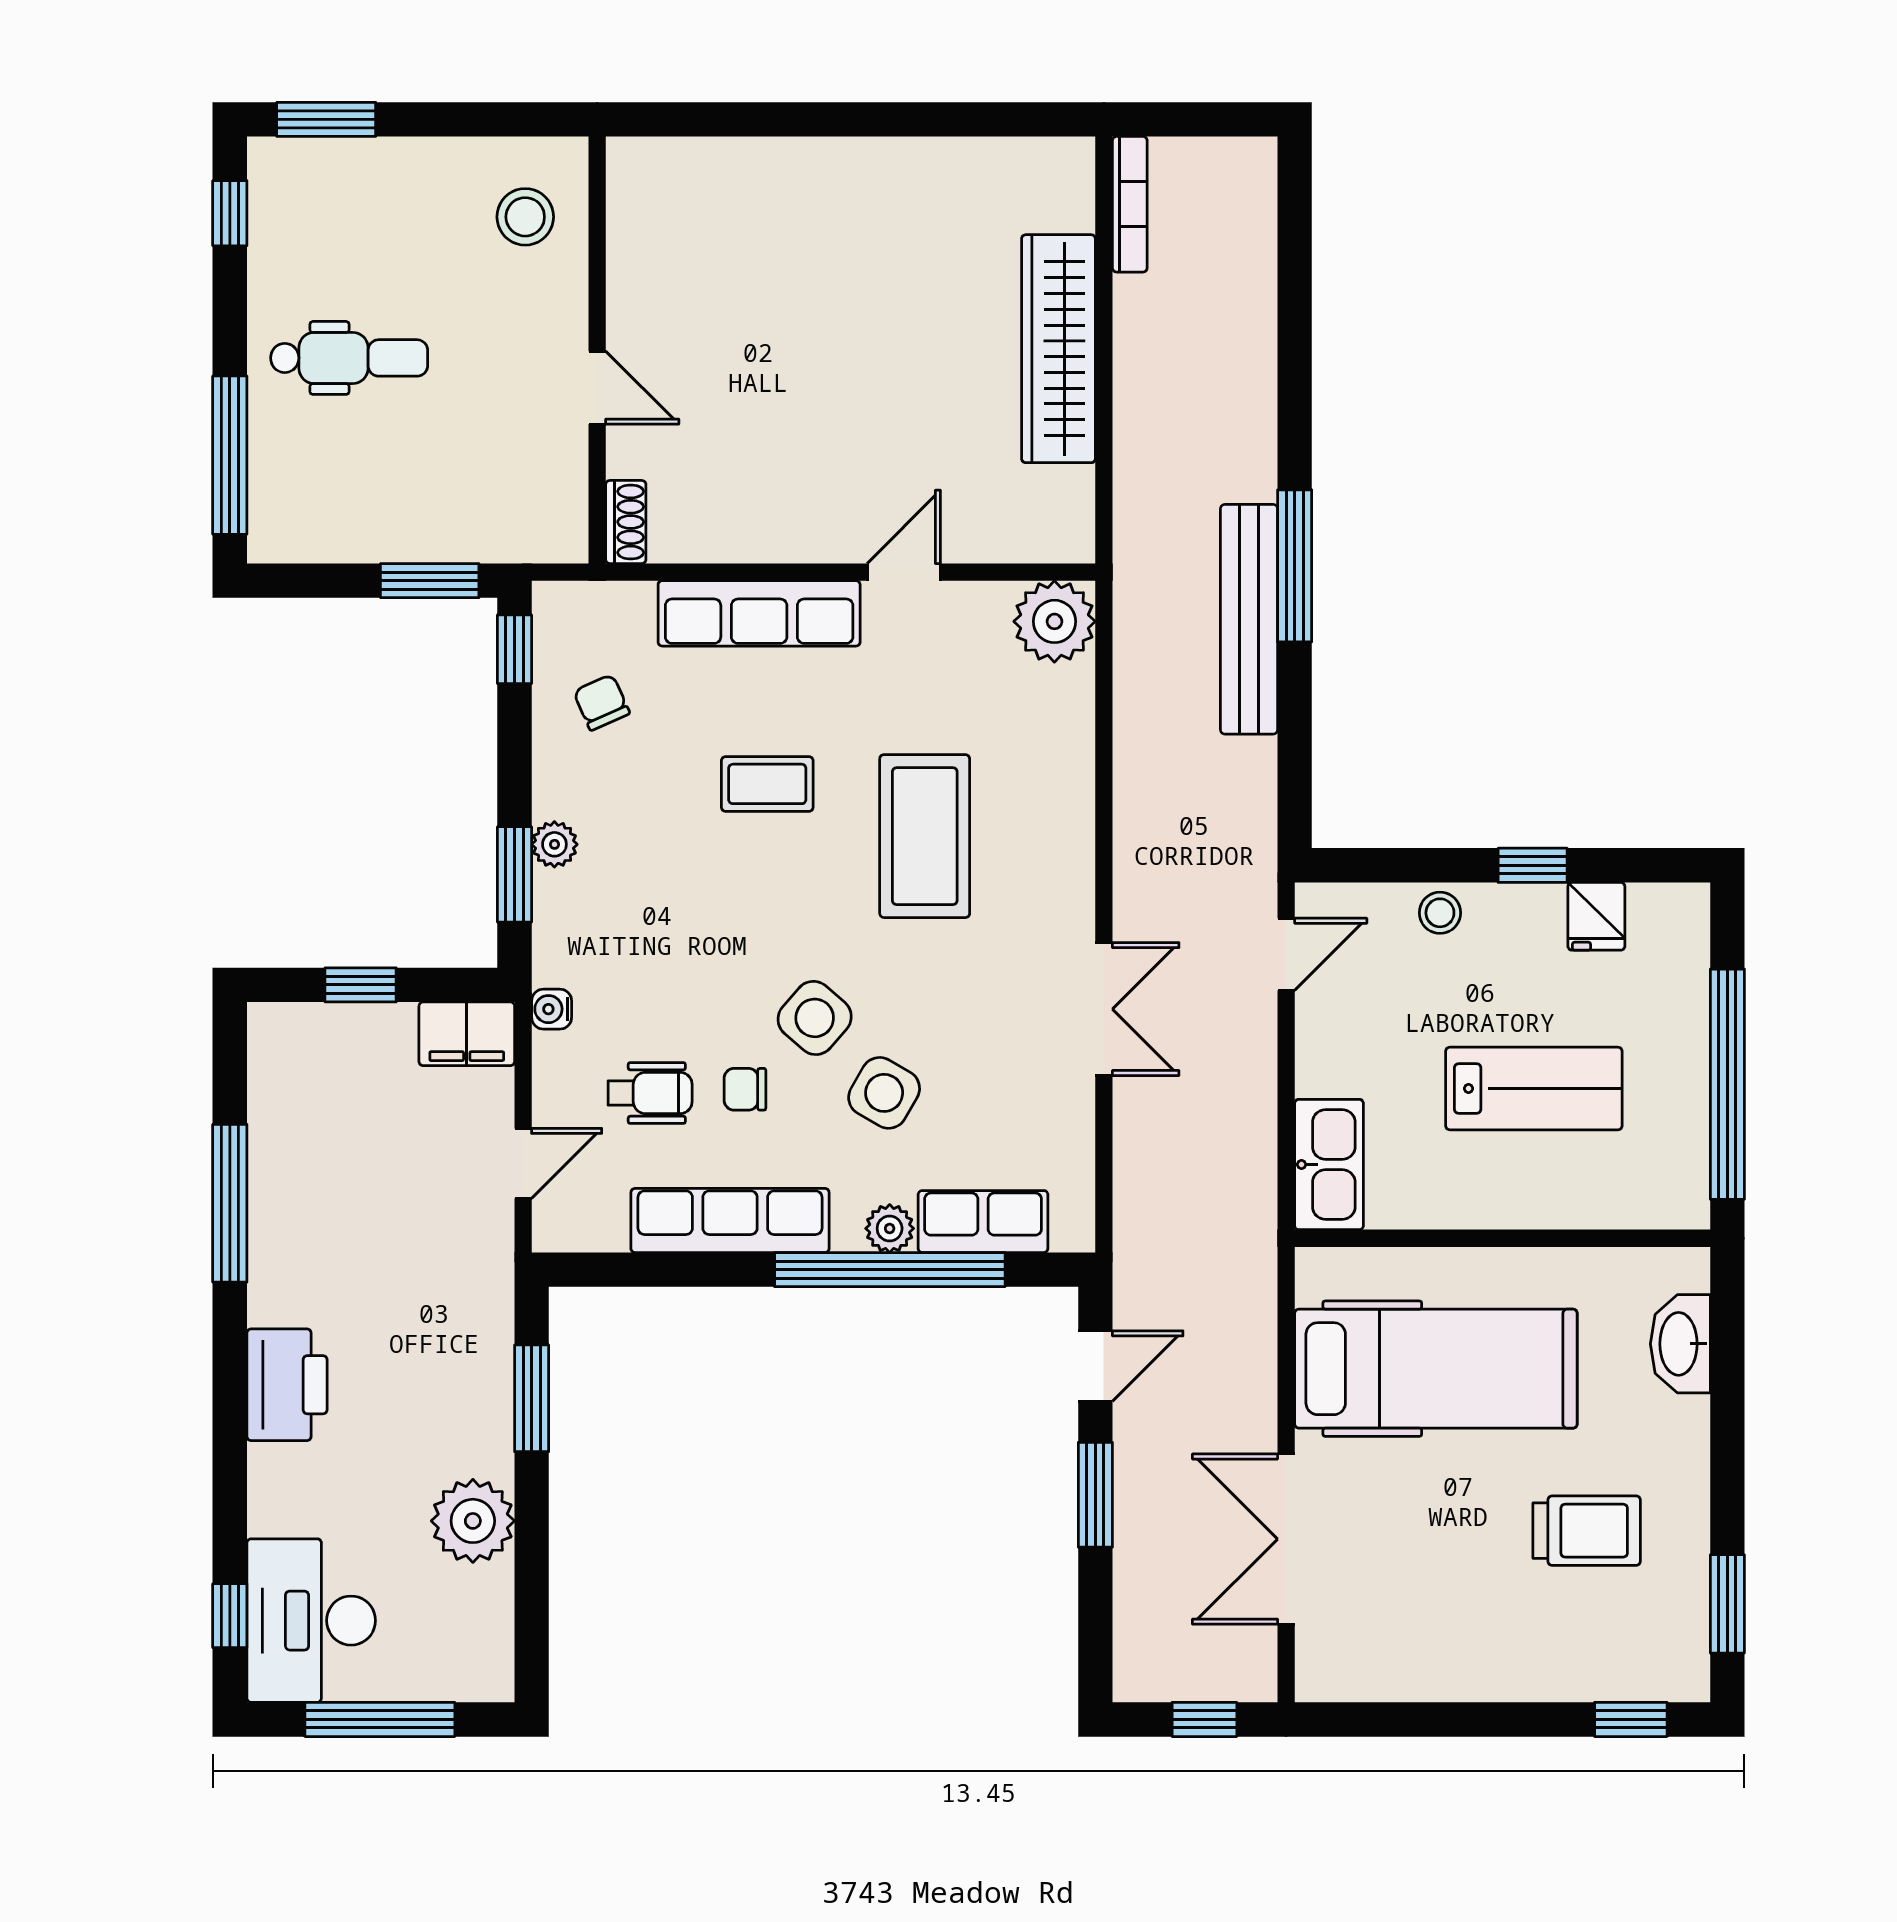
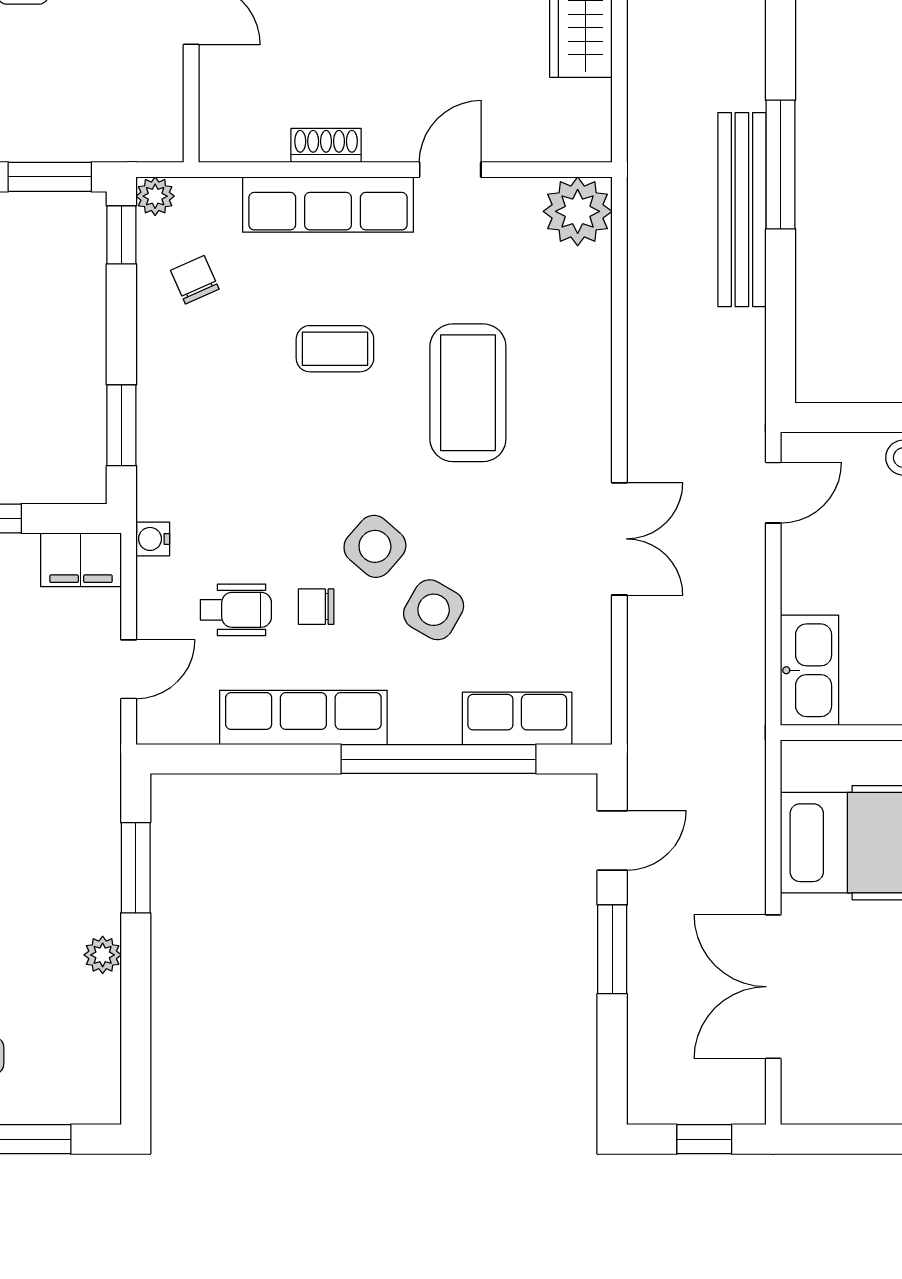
shoe rack: (626, 522) -> (326, 145), moved, turned -90
plant: (554, 844) -> (155, 196), moved
plant: (890, 1228) -> (438, 724), removed
plant: (473, 1521) -> (103, 955), width x0.53, depth x0.53

